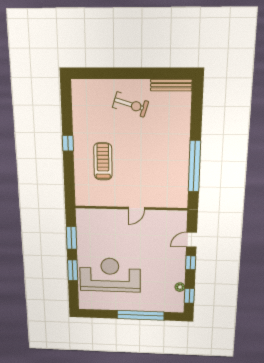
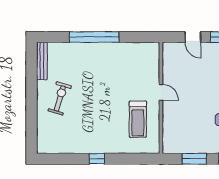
treadmill: (103, 161) -> (138, 119), moved, turned -90
window: (194, 166) -> (94, 37), moved

